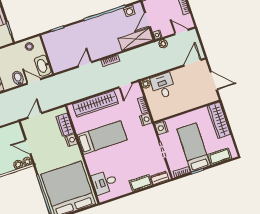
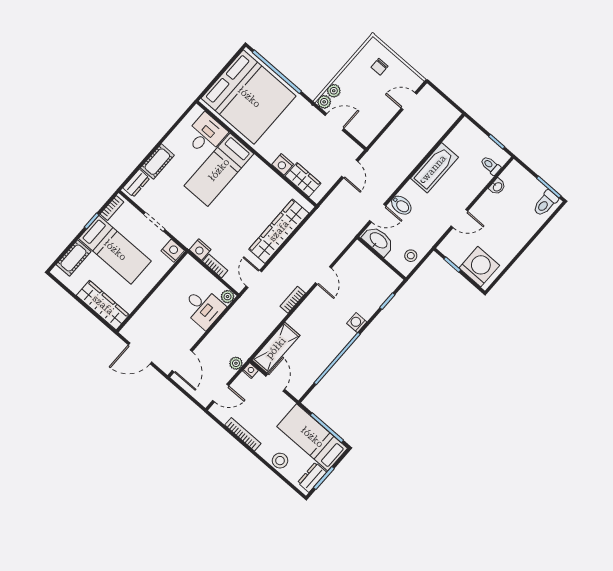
washing machine: (129, 11) -> (357, 323), moved
bed: (102, 137) -> (219, 170), moved

